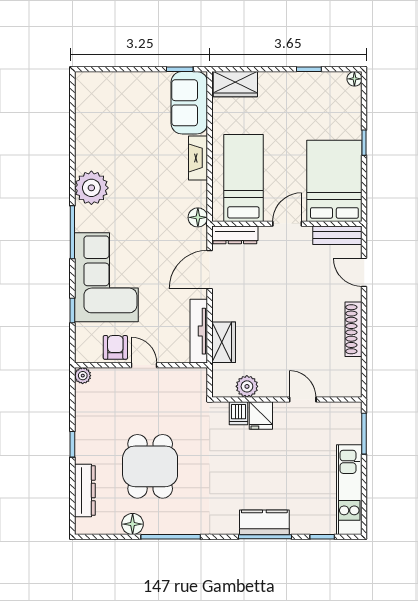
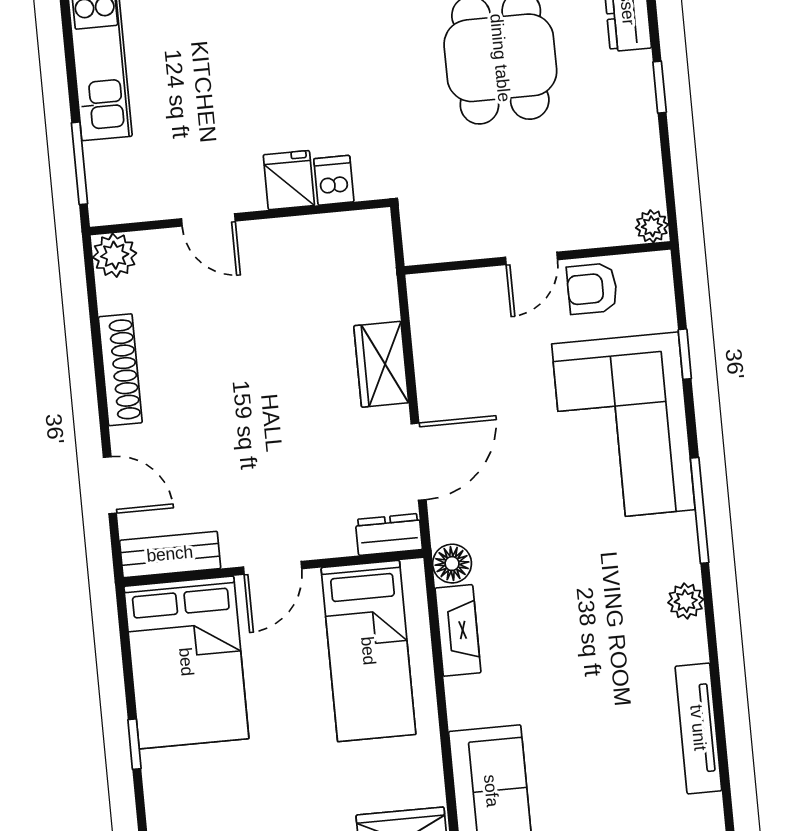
fireplace: (198, 158) -> (458, 630), moved
plant: (91, 188) -> (686, 601), width x0.53, depth x0.53
dresser: (235, 235) -> (389, 534), width x0.70
tv unit: (199, 331) -> (698, 728), moved, turned 180
wardrobe: (224, 342) -> (381, 364), moved
armchair: (115, 347) -> (592, 289), turned 90
door: (144, 365) -> (531, 258), hinge flipped
plant: (247, 386) -> (115, 255), moved

